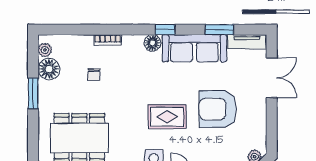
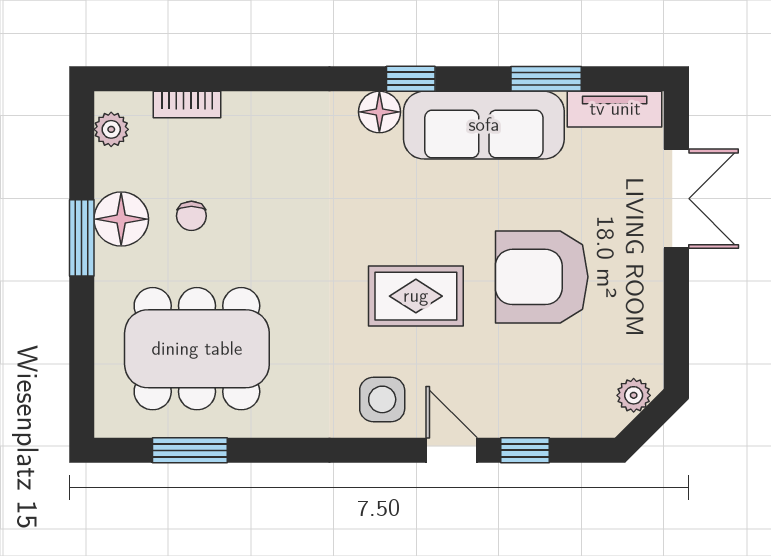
bookcase: (108, 40) -> (187, 104), moved
floor lamp: (49, 69) -> (121, 219), moved
chair: (94, 74) -> (191, 216), moved

